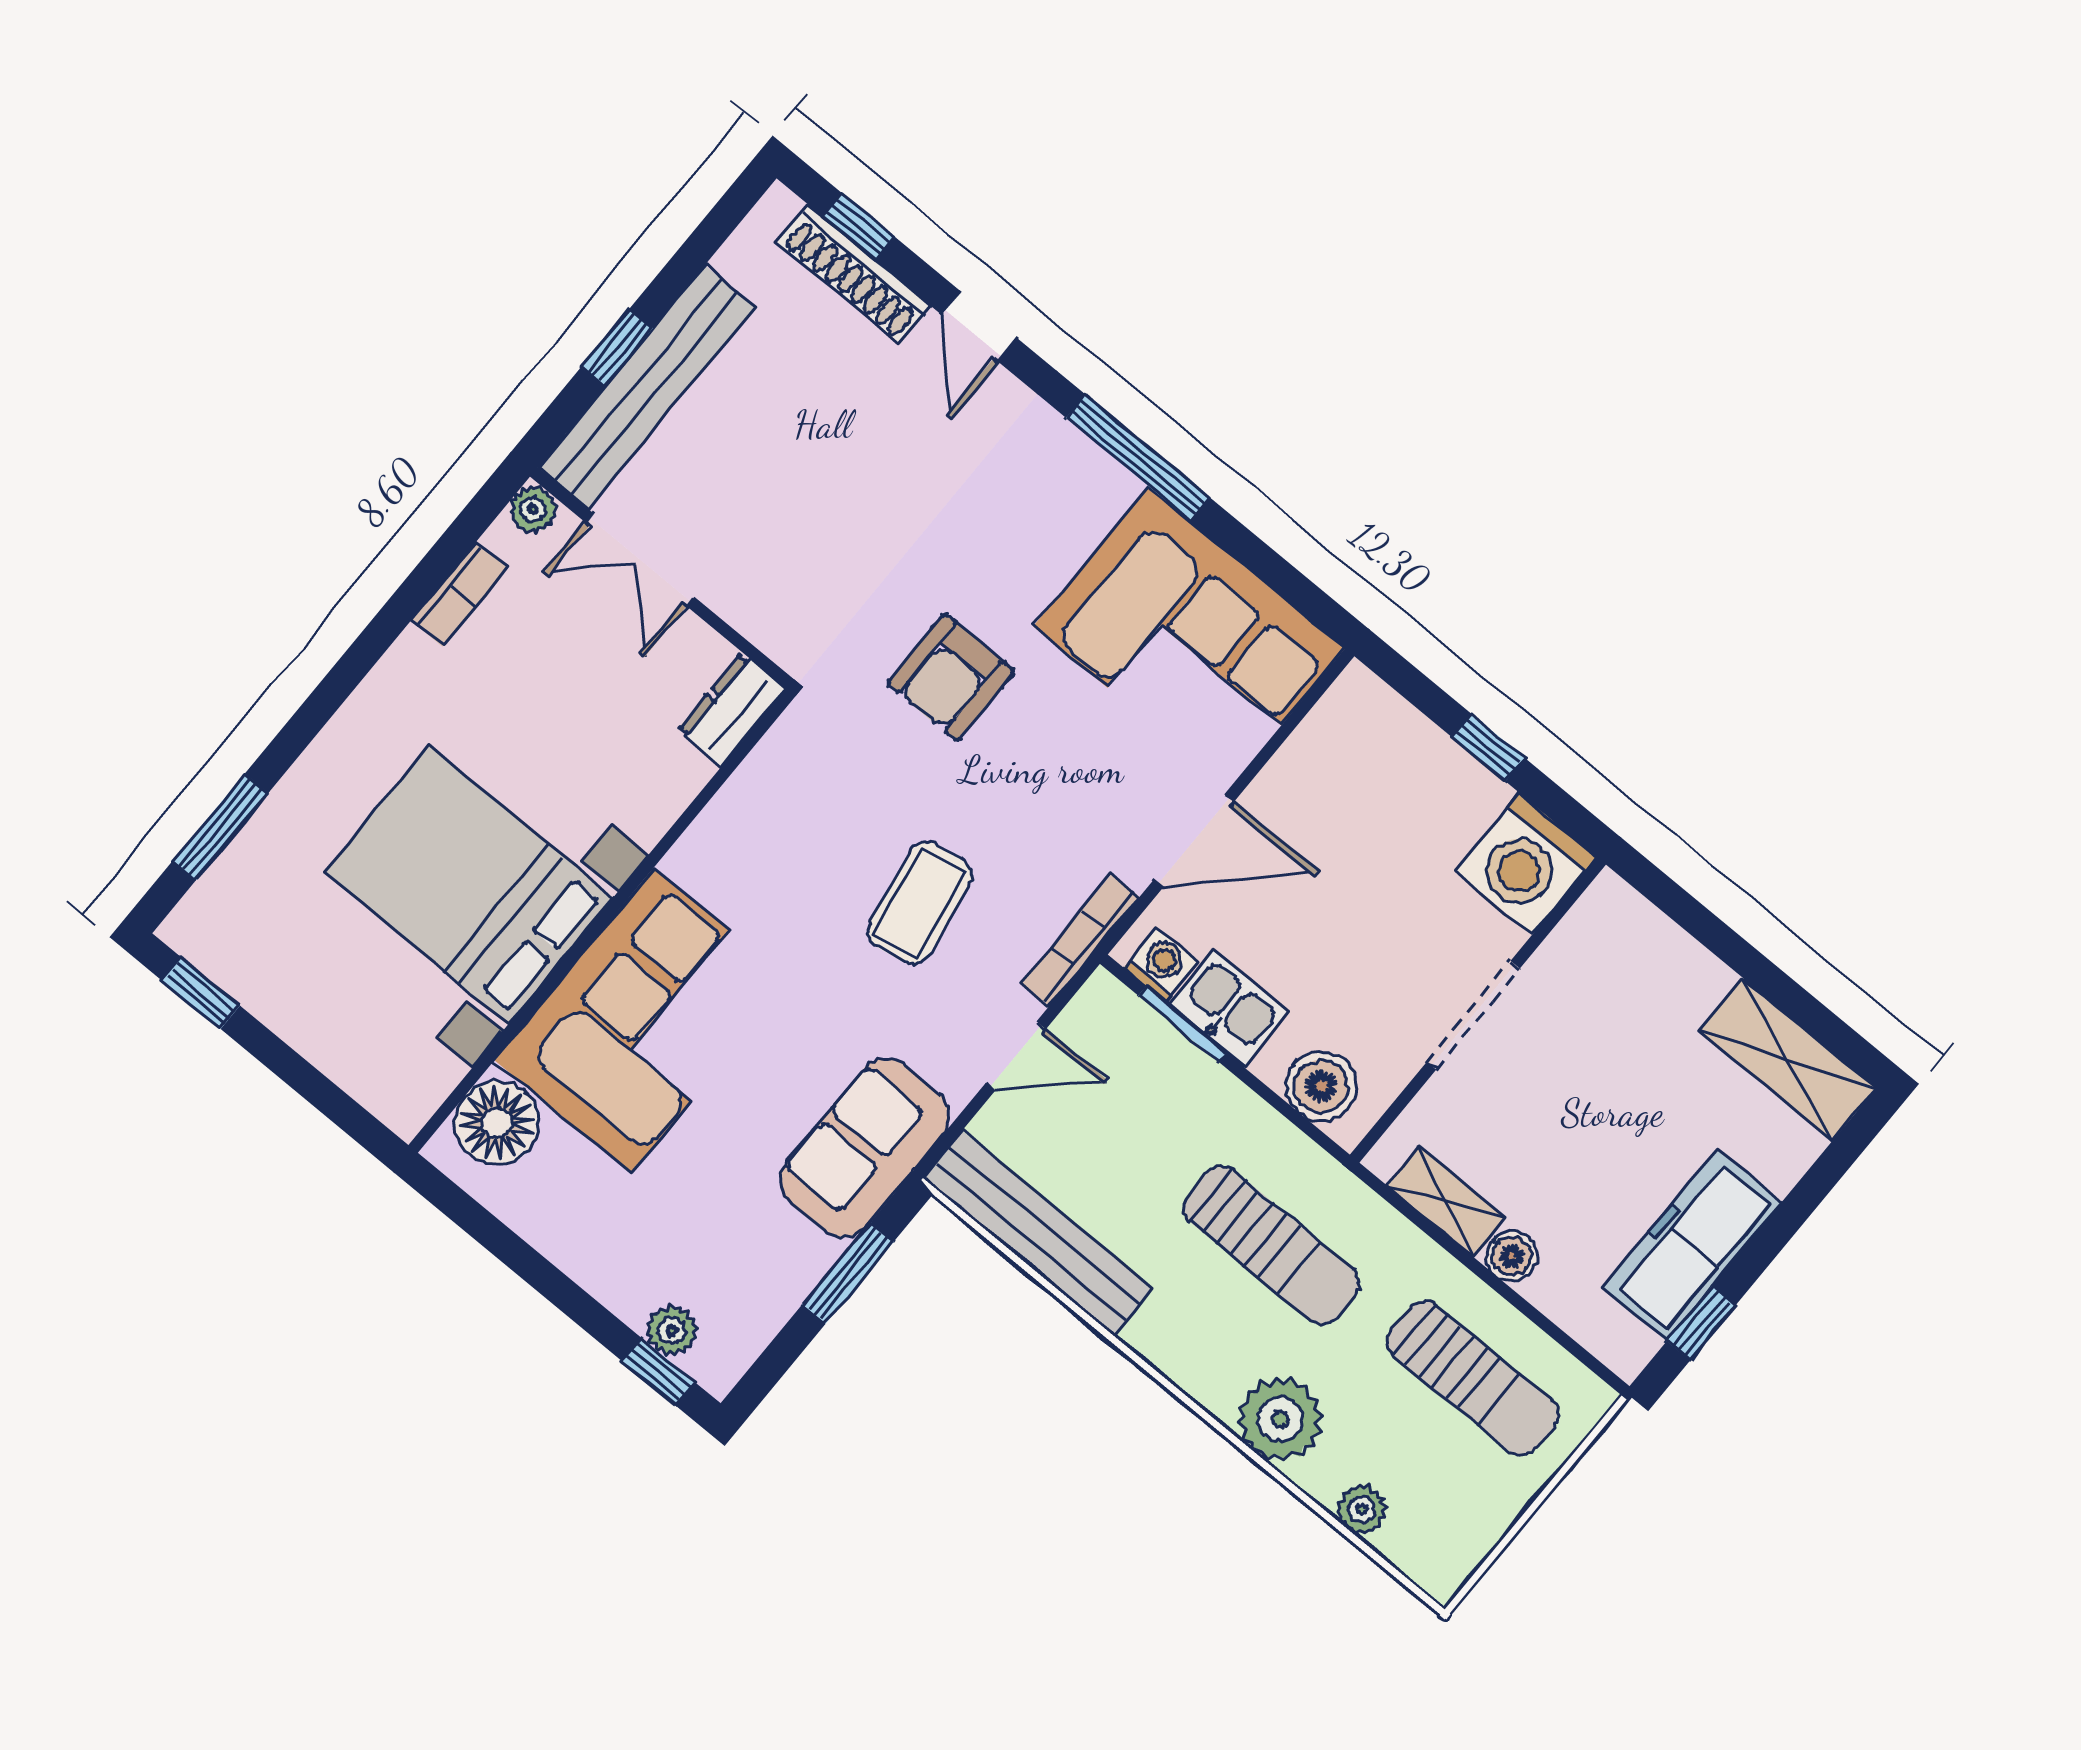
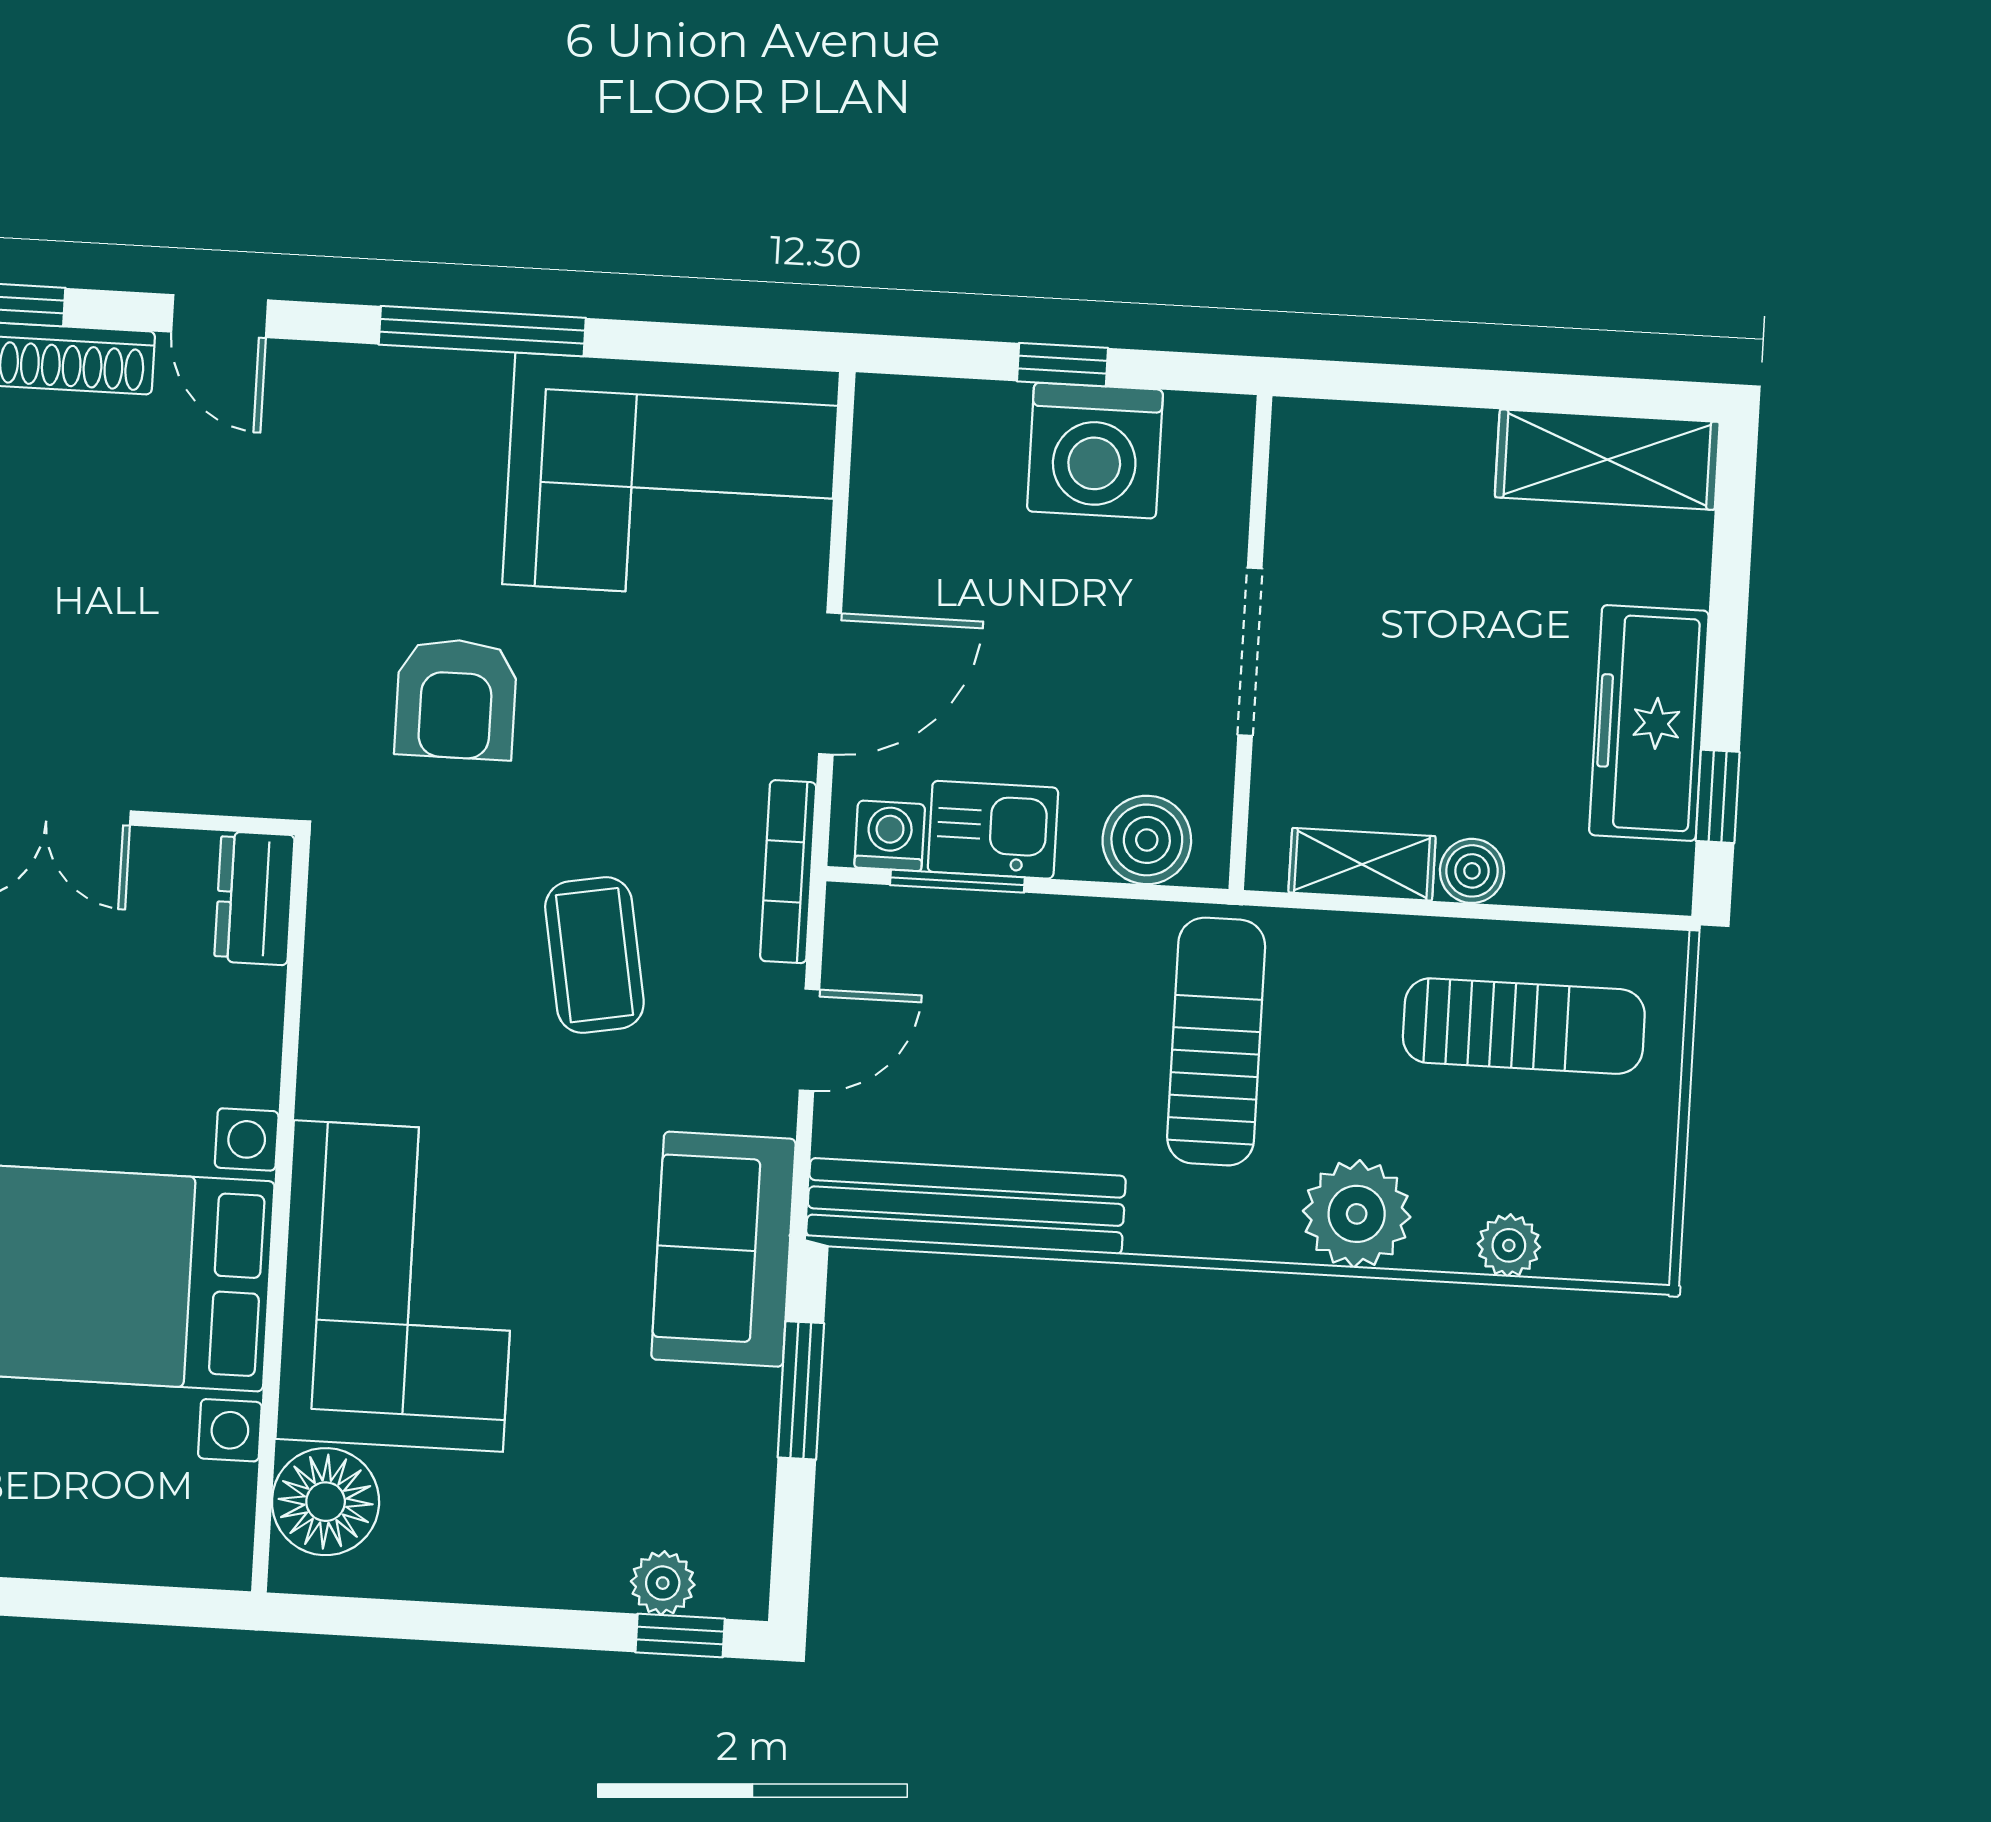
washing machine: (1526, 863) -> (1095, 451), moved
sun lounger: (1272, 1245) -> (1216, 1042), turned -90

